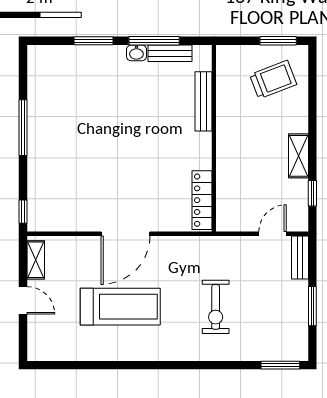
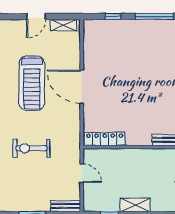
window: (23, 212) -> (113, 16), moved
door: (273, 234) -> (82, 173), moved

